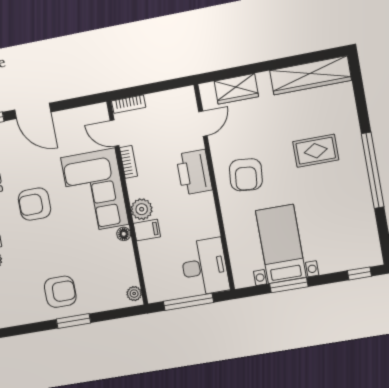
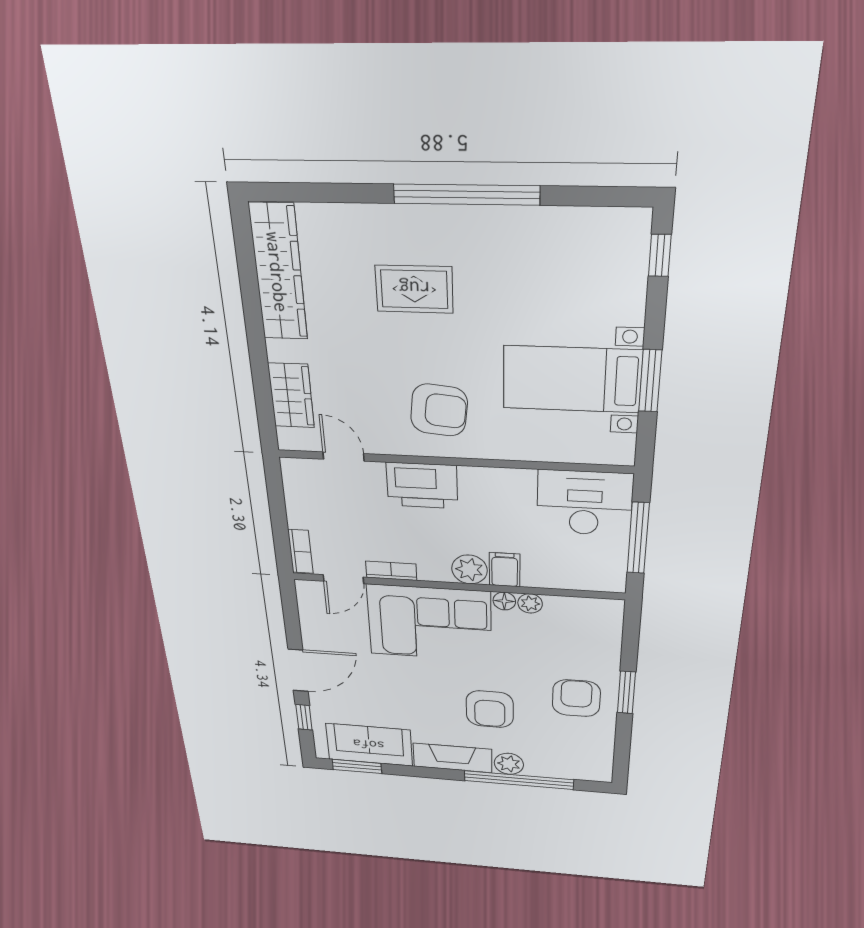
rug: (316, 151) -> (414, 289), turned 90
armchair: (34, 204) -> (490, 709), moved
plant: (134, 294) -> (530, 603), moved

